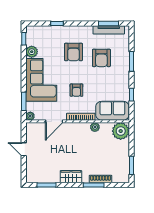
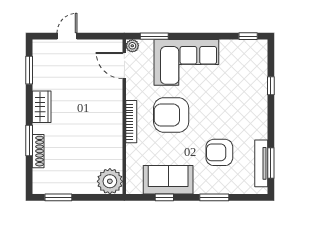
plant: (32, 52) -> (229, 48), removed
armchair: (73, 52) -> (228, 111), removed
armchair: (76, 90) -> (171, 115), width x1.88, depth x1.88
sofa: (112, 111) -> (168, 180), moved, turned -90
door: (54, 121) -> (124, 66), moved
plant: (95, 127) -> (116, 143), removed
door: (24, 149) -> (67, 36), moved

